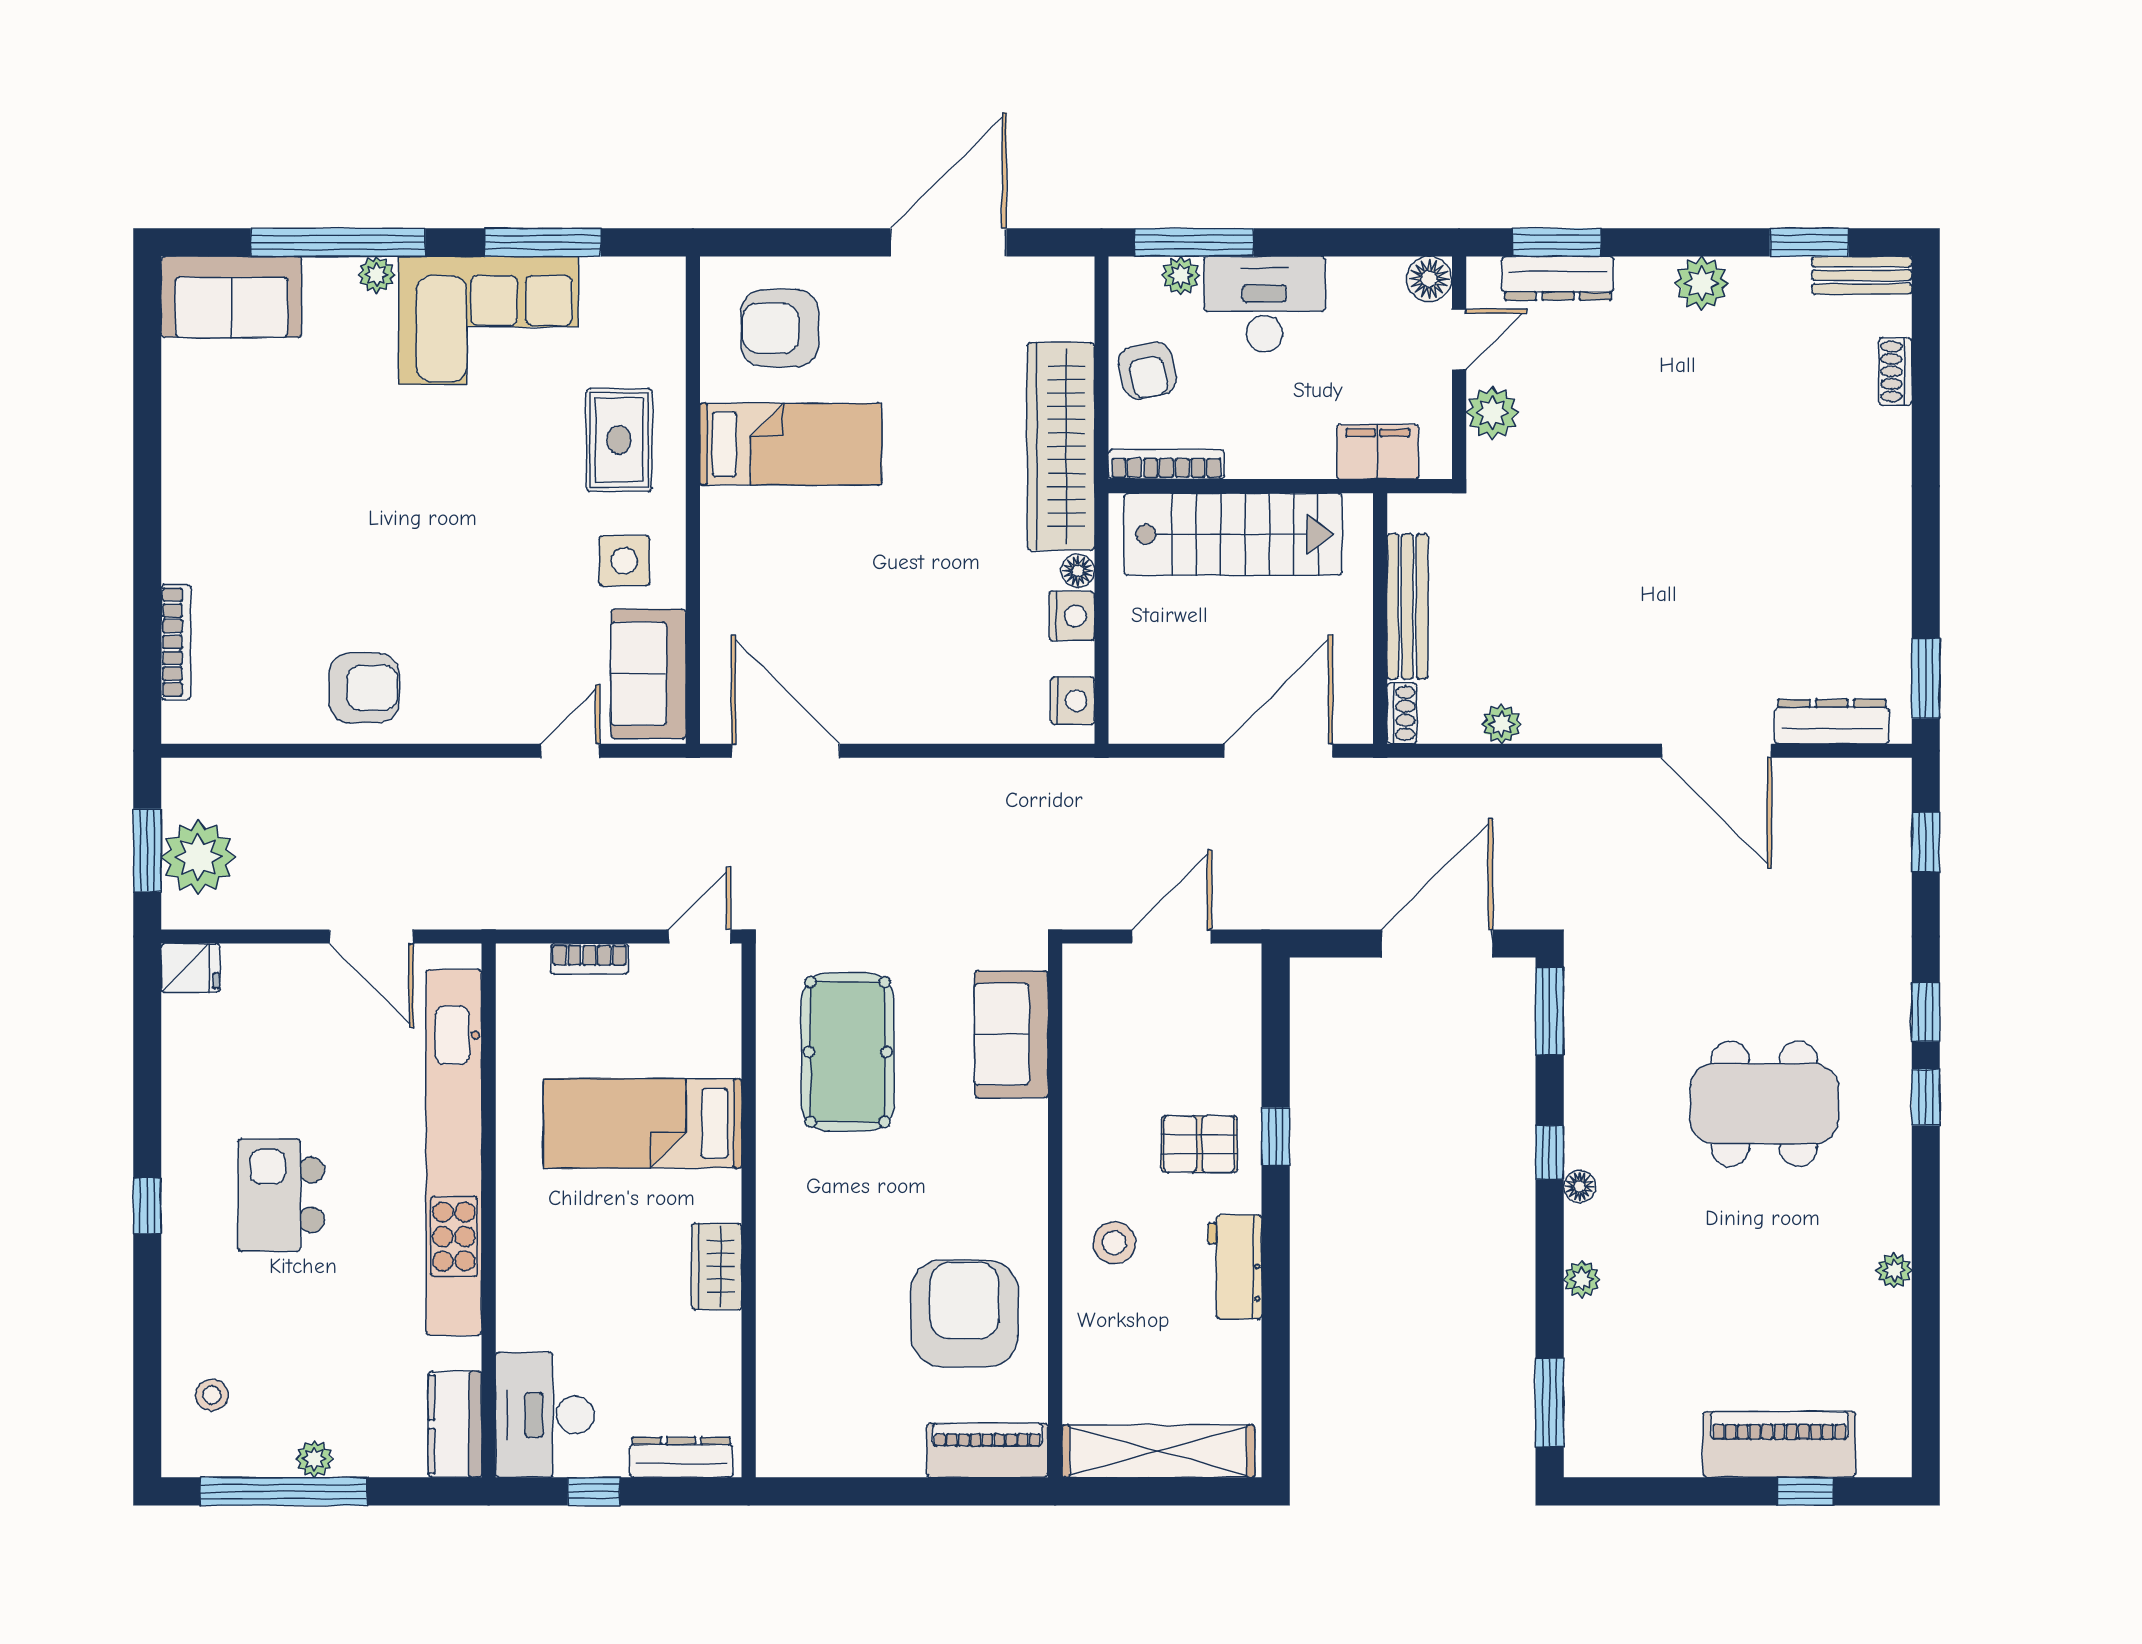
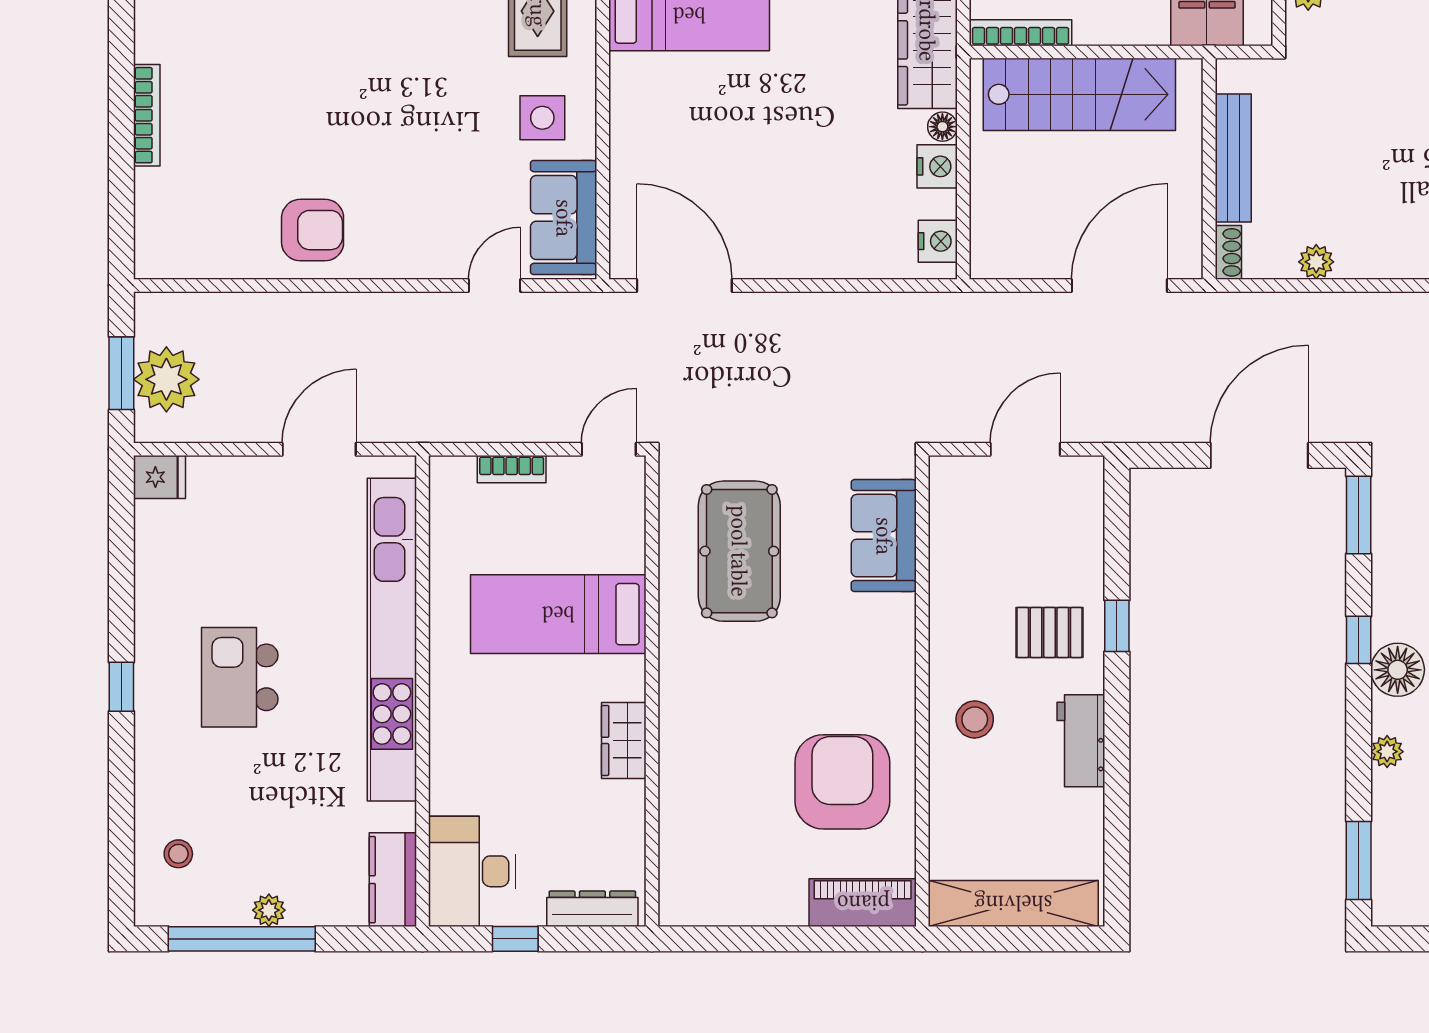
bookcase: (176, 642) -> (147, 115), moved
door: (371, 937) -> (319, 449), swing flipped
floor lamp: (1580, 1186) -> (1398, 670), width x1.89, depth x1.89

